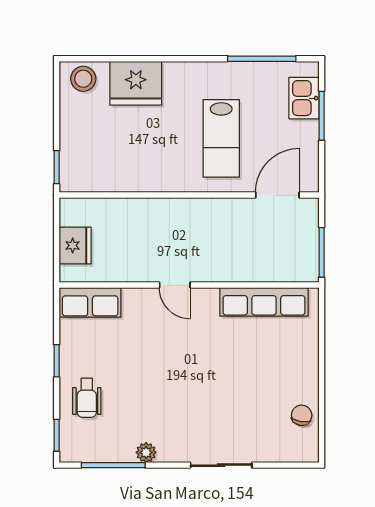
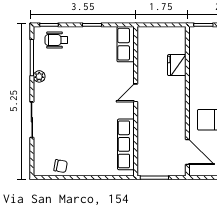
fridge: (75, 245) -> (177, 65), moved, turned 90
wheelchair: (87, 398) -> (56, 40), moved

